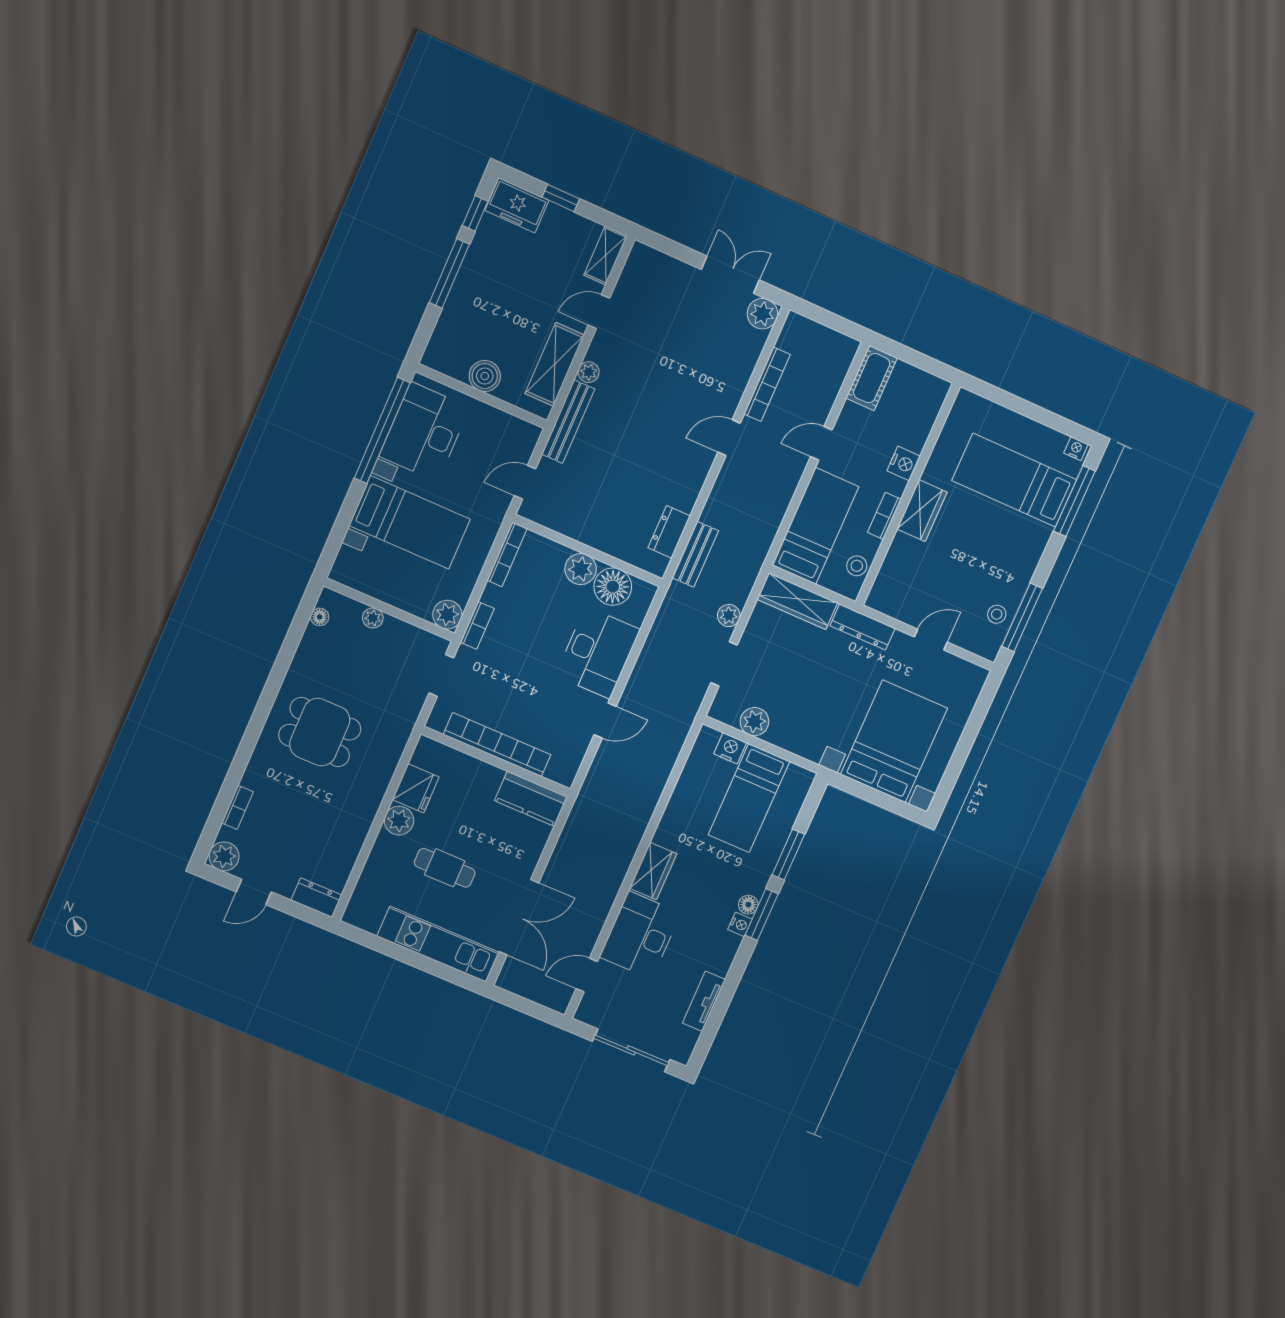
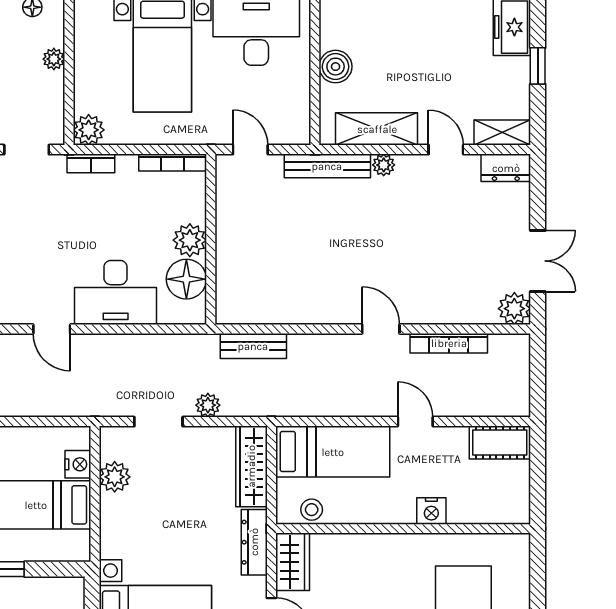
wardrobe: (922, 511) -> (293, 562), moved, turned -90
bookcase: (884, 516) -> (372, 515), removed
dresser: (669, 532) -> (506, 168), moved, turned 180

